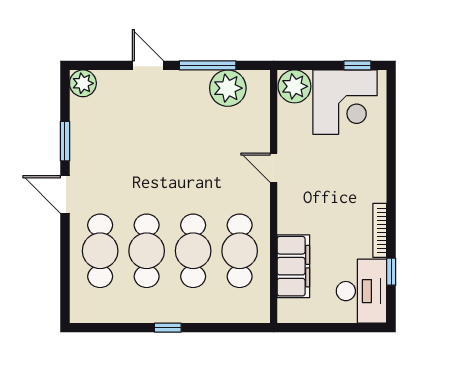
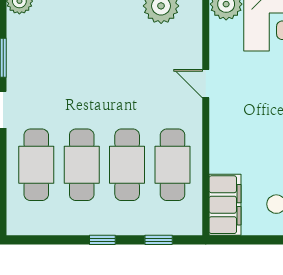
filing cabinet: (293, 266) -> (225, 205), moved
window: (225, 328) -> (159, 240), added

